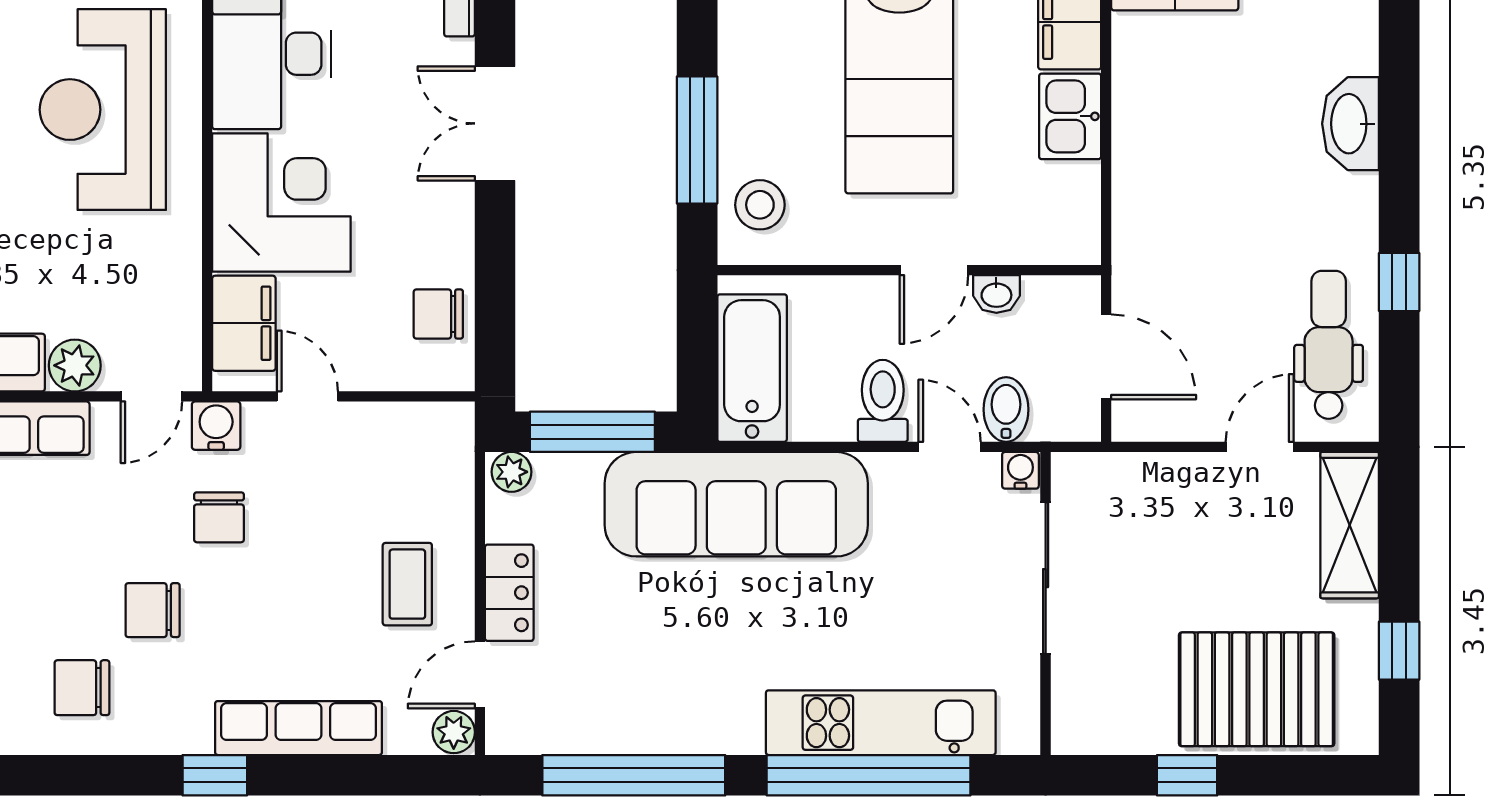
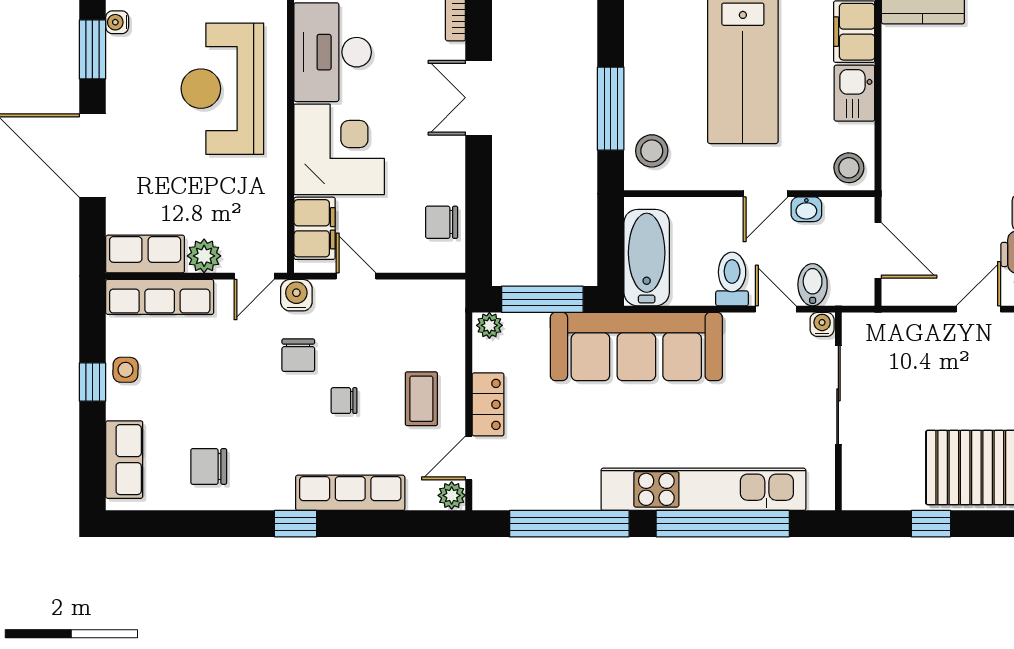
stool: (1062, 231) -> (849, 168), added
chair: (153, 610) -> (344, 401), moved, width x0.73, depth x0.73
kitchen unit: (881, 723) -> (703, 489), width x1.36

